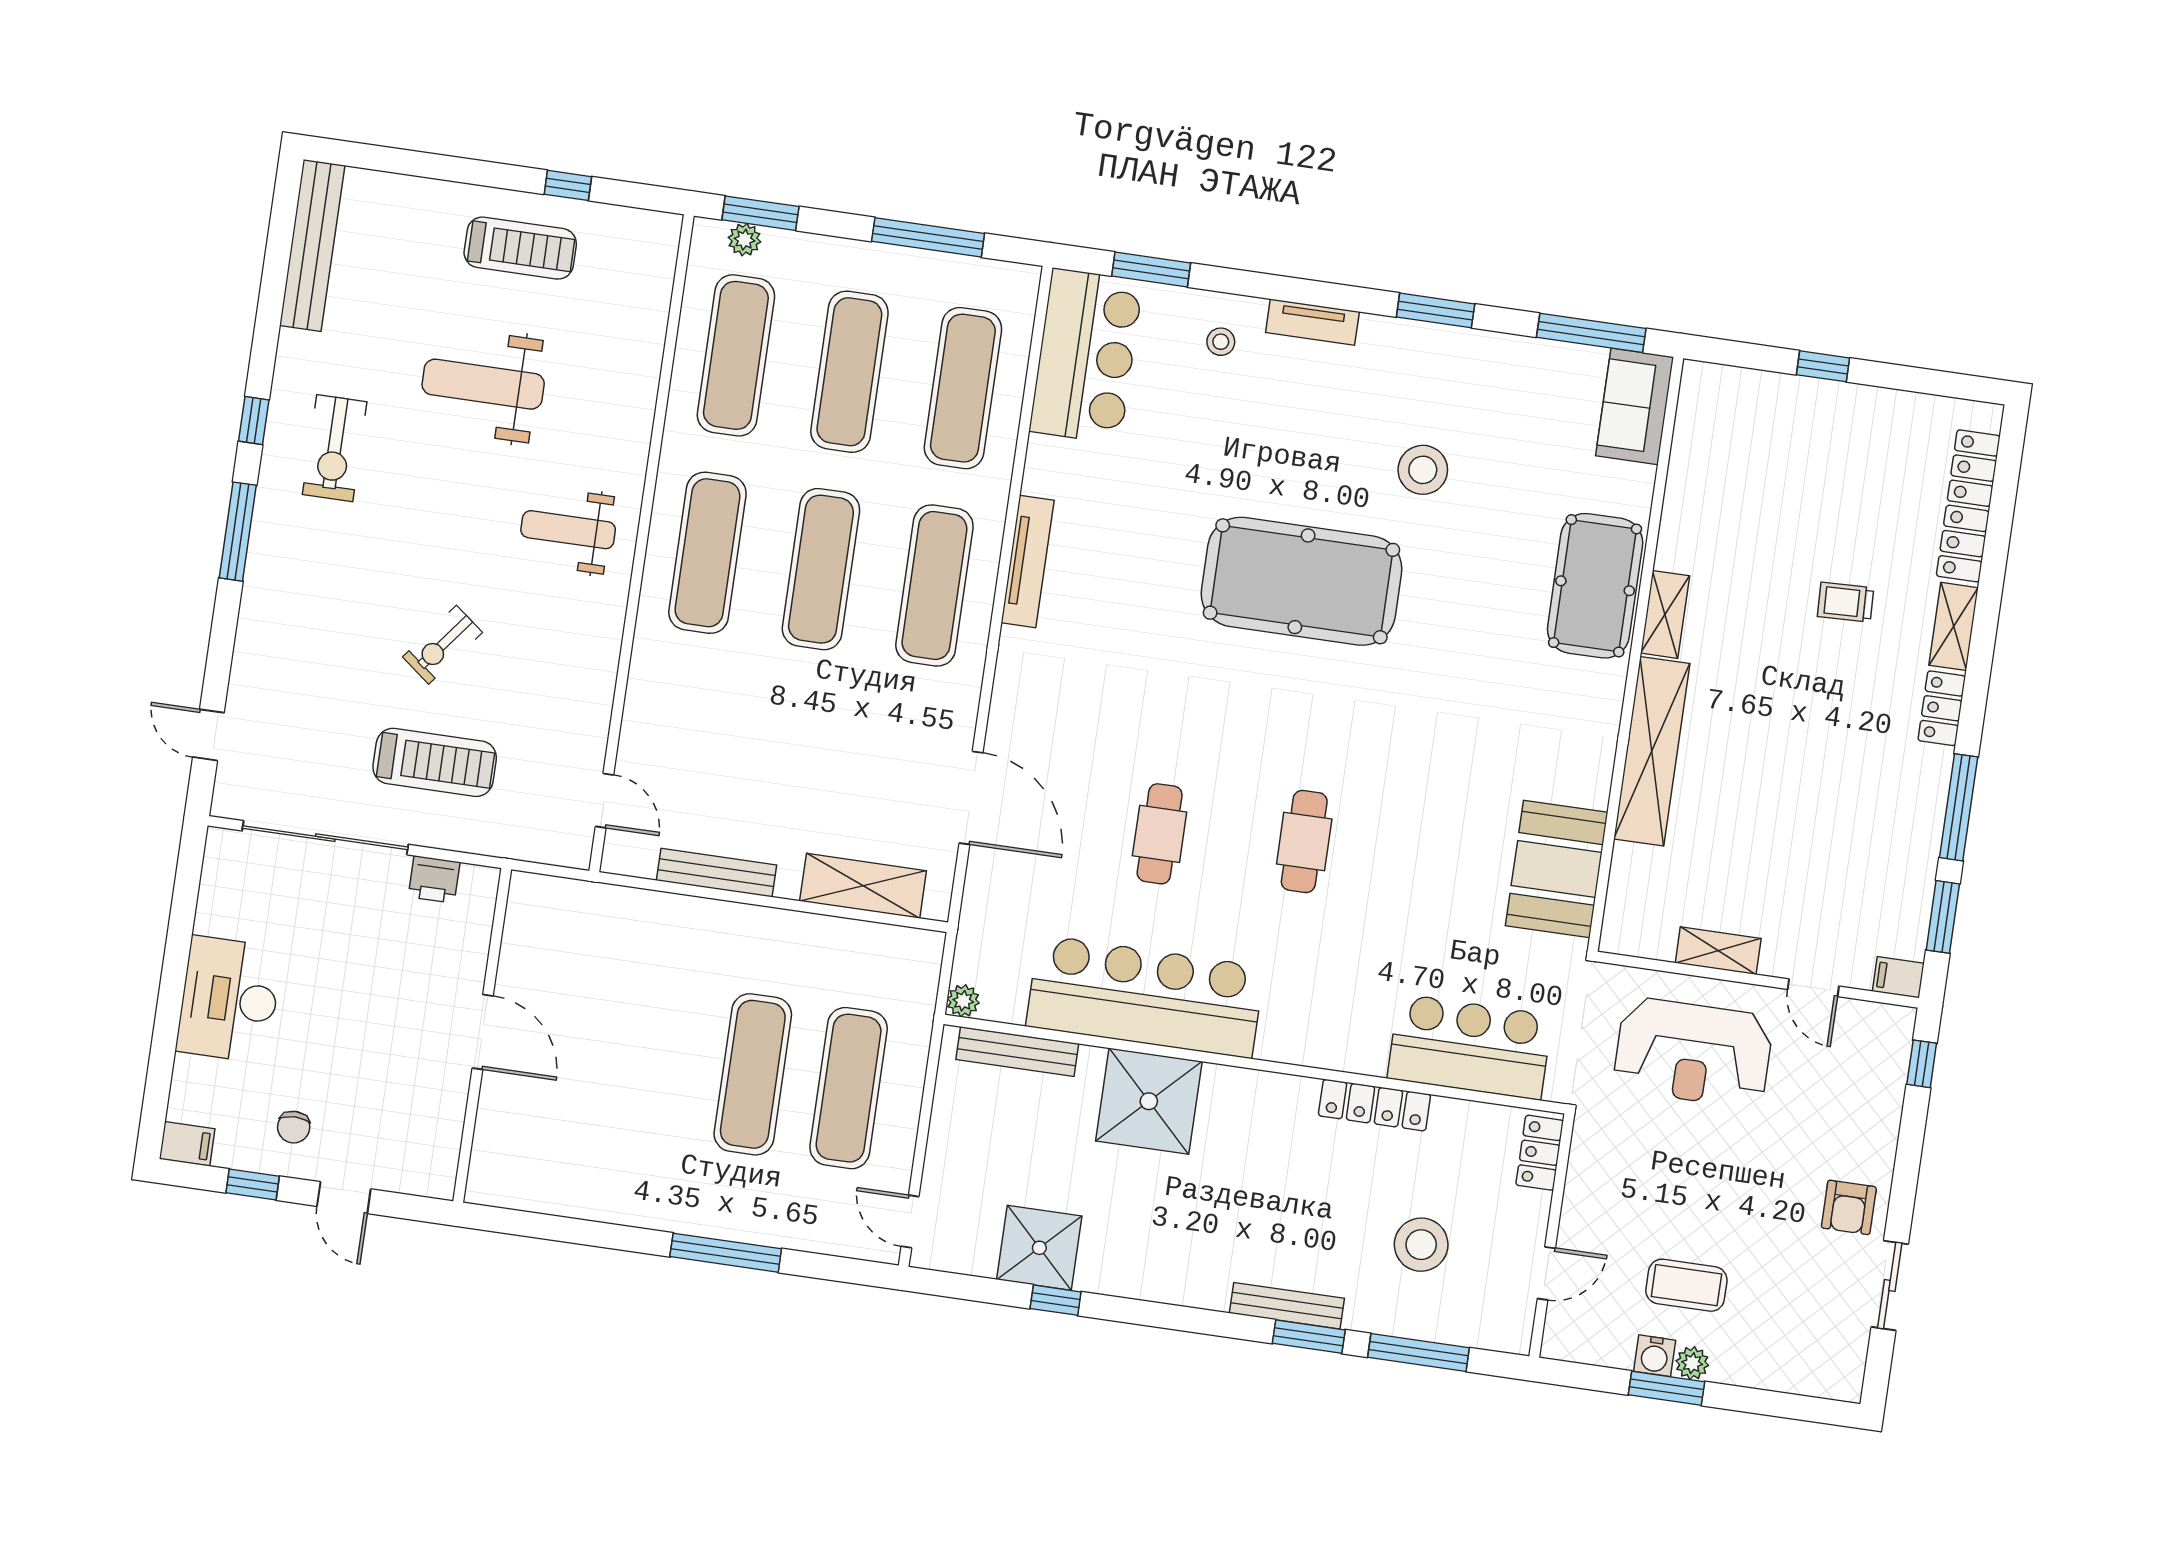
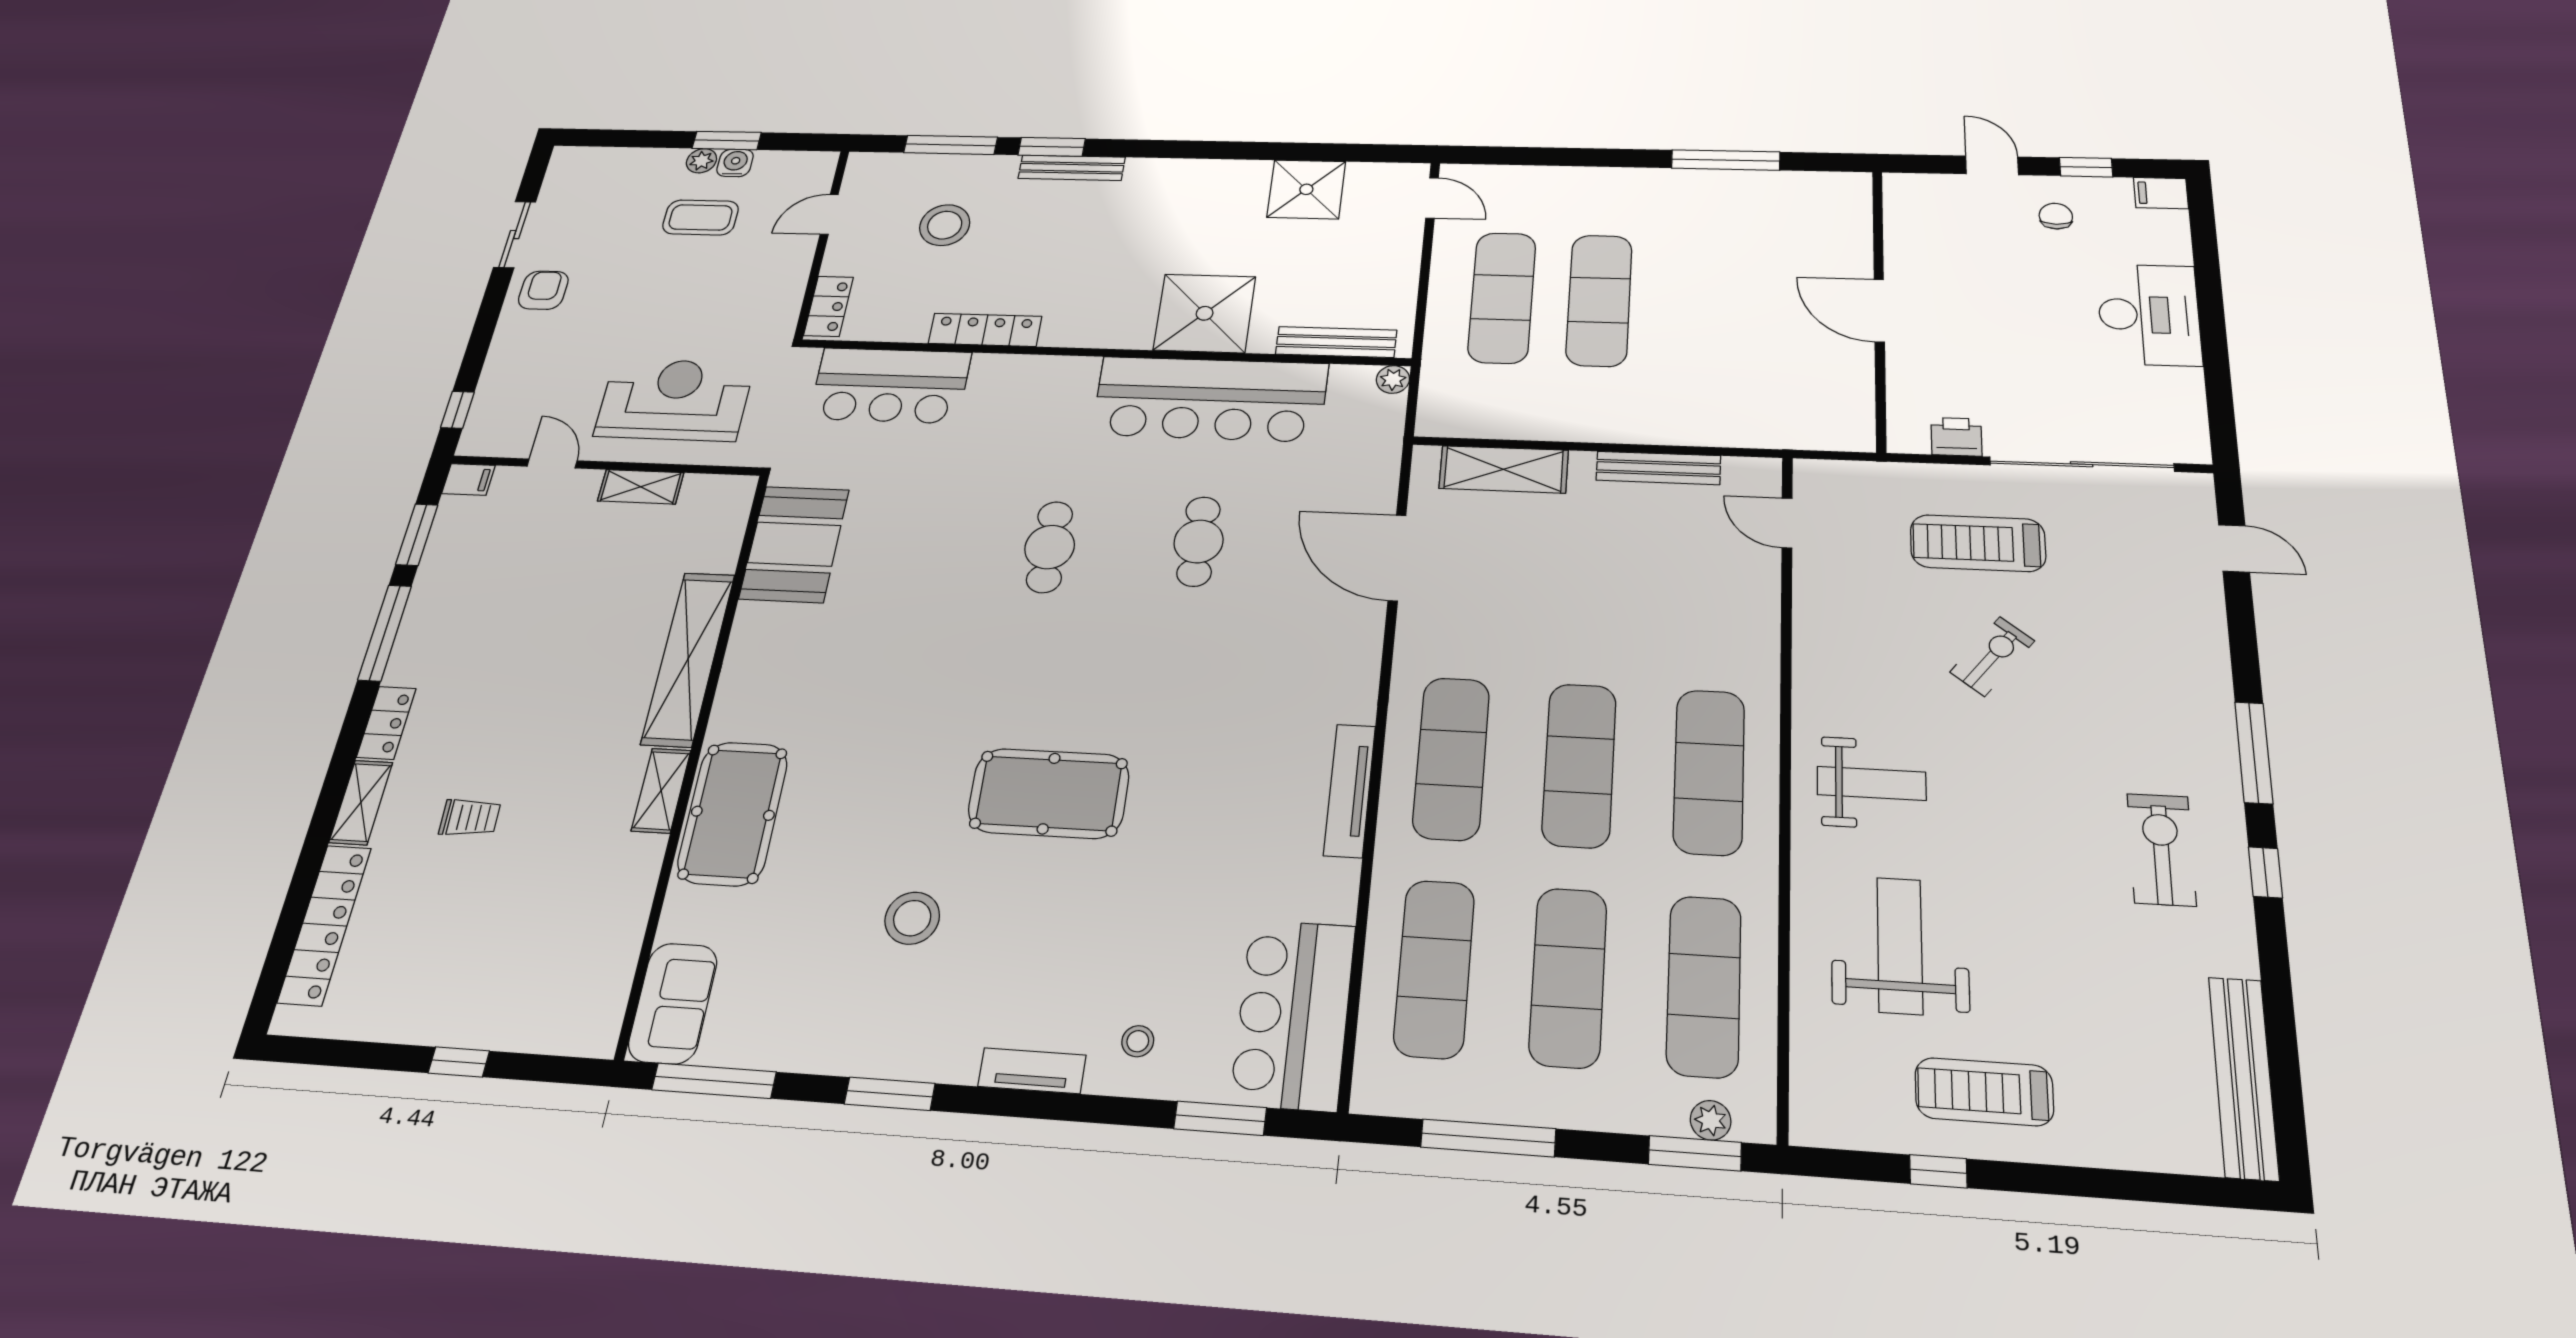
weight bench: (483, 384) -> (1900, 945), moved, turned -90
pool table: (1301, 581) -> (1049, 793), width x0.73, depth x0.76
window: (726, 1253) -> (1726, 160), moved
window: (1056, 1300) -> (1289, 152), removed

